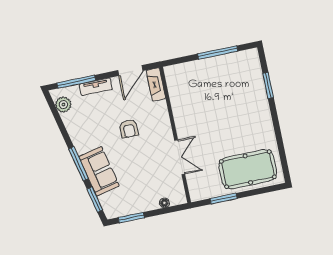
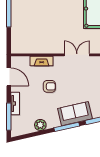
fireplace: (156, 84) -> (42, 61), moved
plant: (63, 105) -> (40, 125), moved

